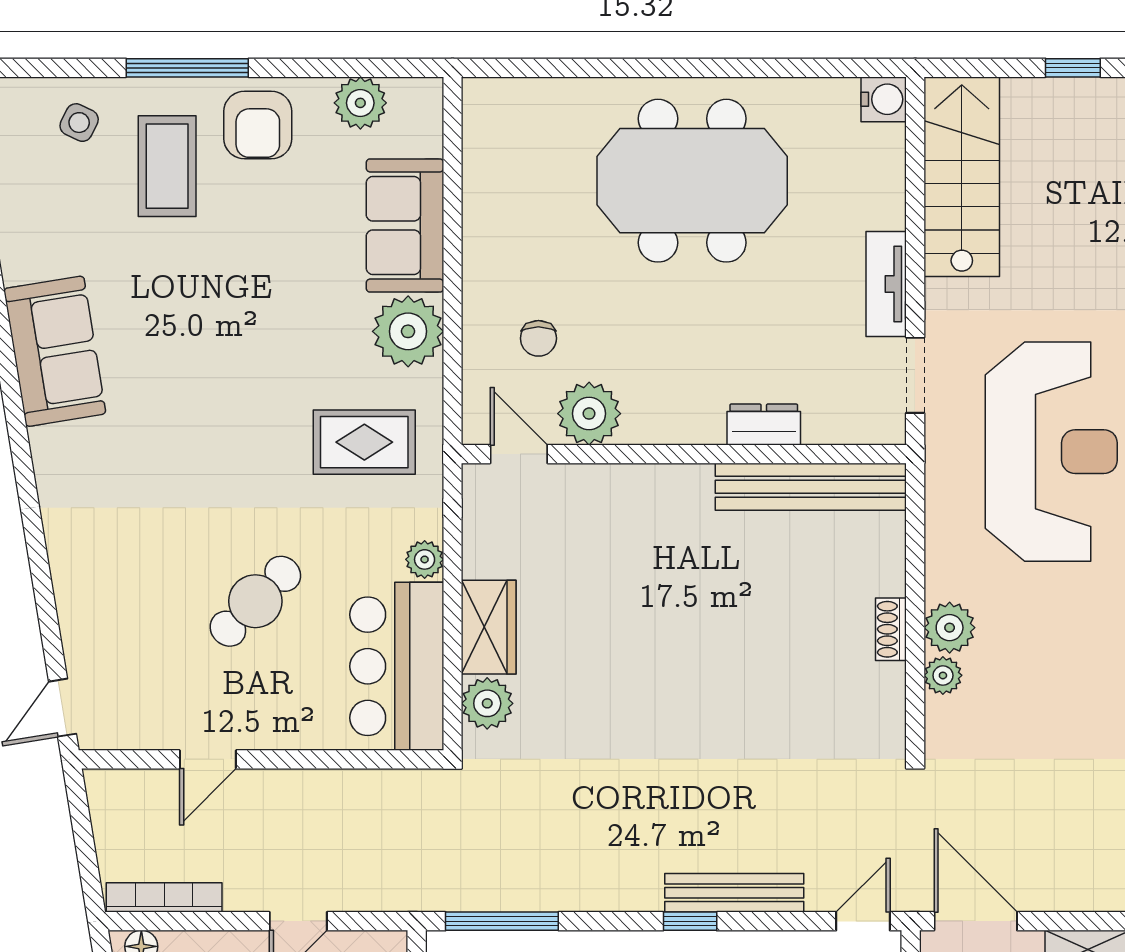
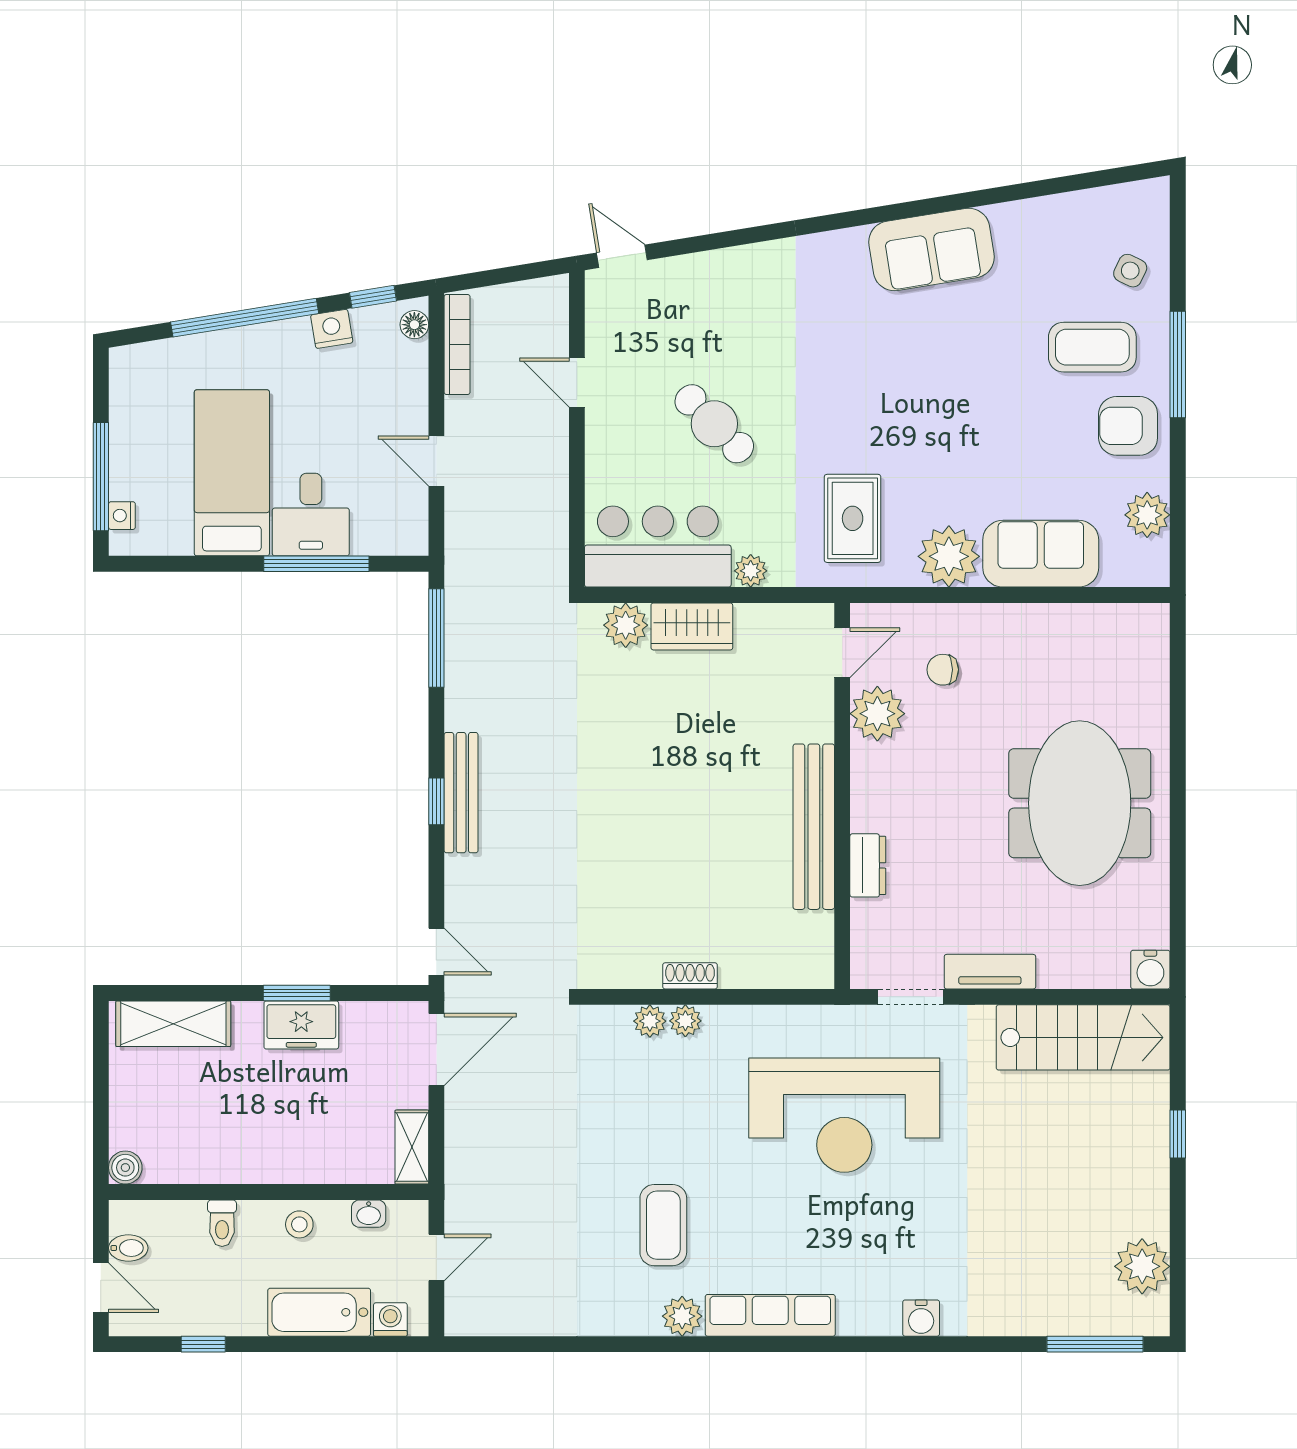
bench: (811, 487) -> (814, 827), moved
plant: (950, 628) -> (685, 1021), width x0.73, depth x0.73
bench: (734, 893) -> (461, 793), moved

